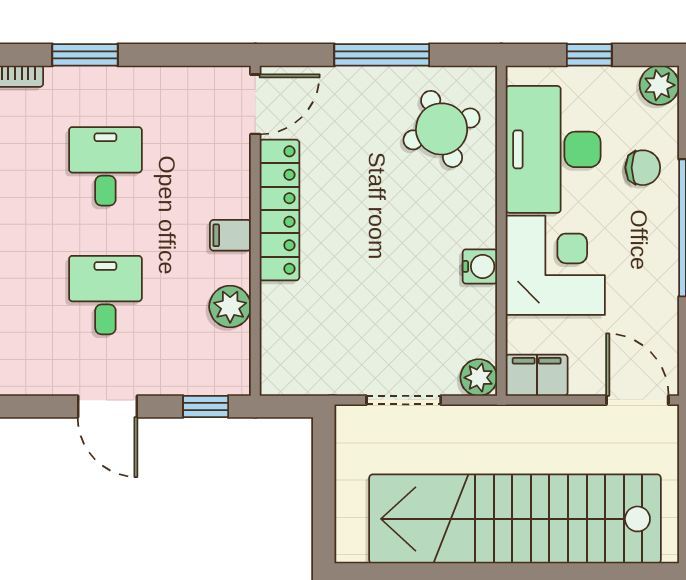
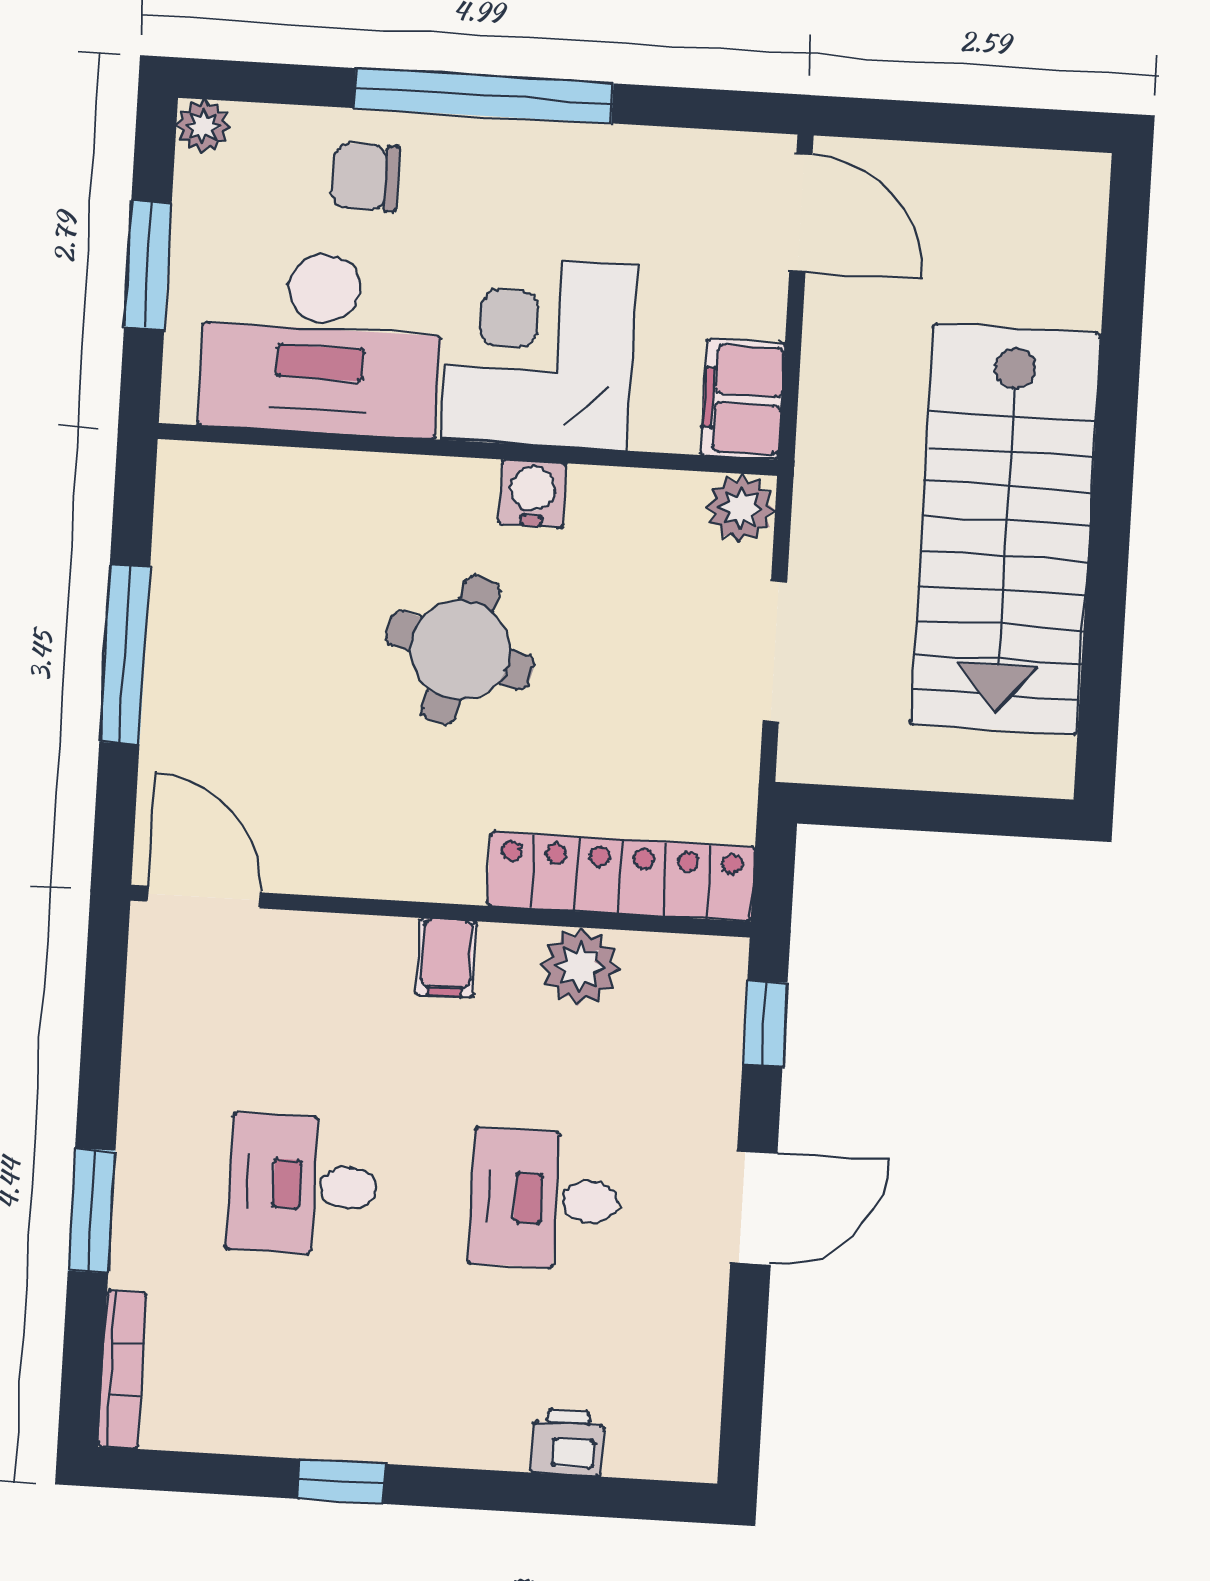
window: (589, 55) -> (148, 265), width x1.50
plant: (659, 85) -> (203, 126), width x0.73, depth x0.73
round table: (442, 129) -> (460, 650), moved, turned 37
chair: (643, 168) -> (365, 177), turned -90
locker: (279, 210) -> (621, 876), moved
door: (637, 400) -> (801, 213), swing flipped
stairs: (515, 519) -> (1006, 529), width x0.73

